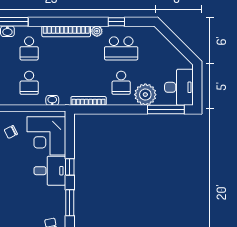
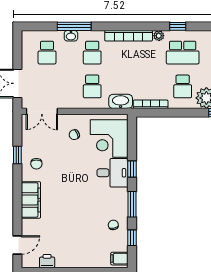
washbasin: (52, 100) -> (121, 101), width x1.91, depth x1.45

